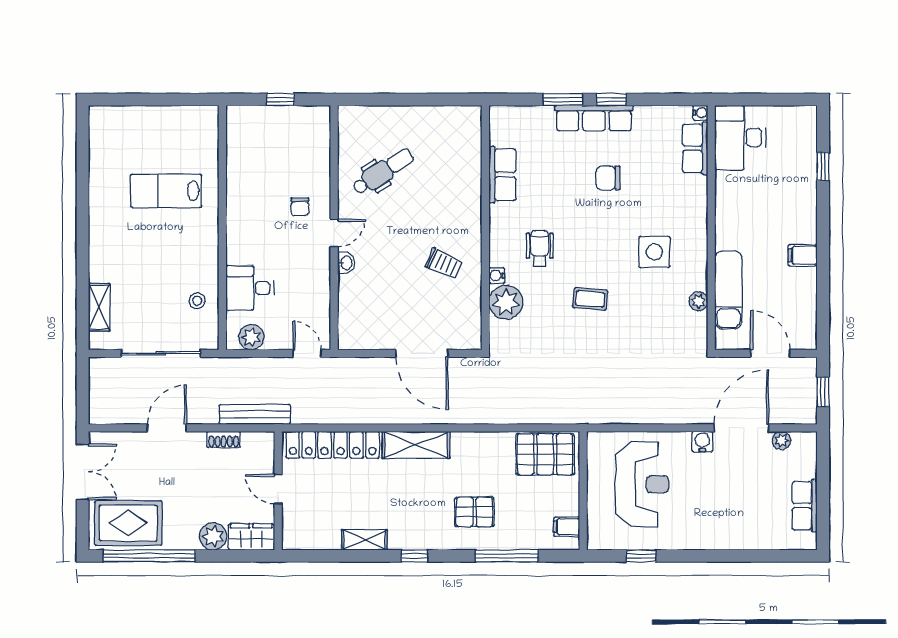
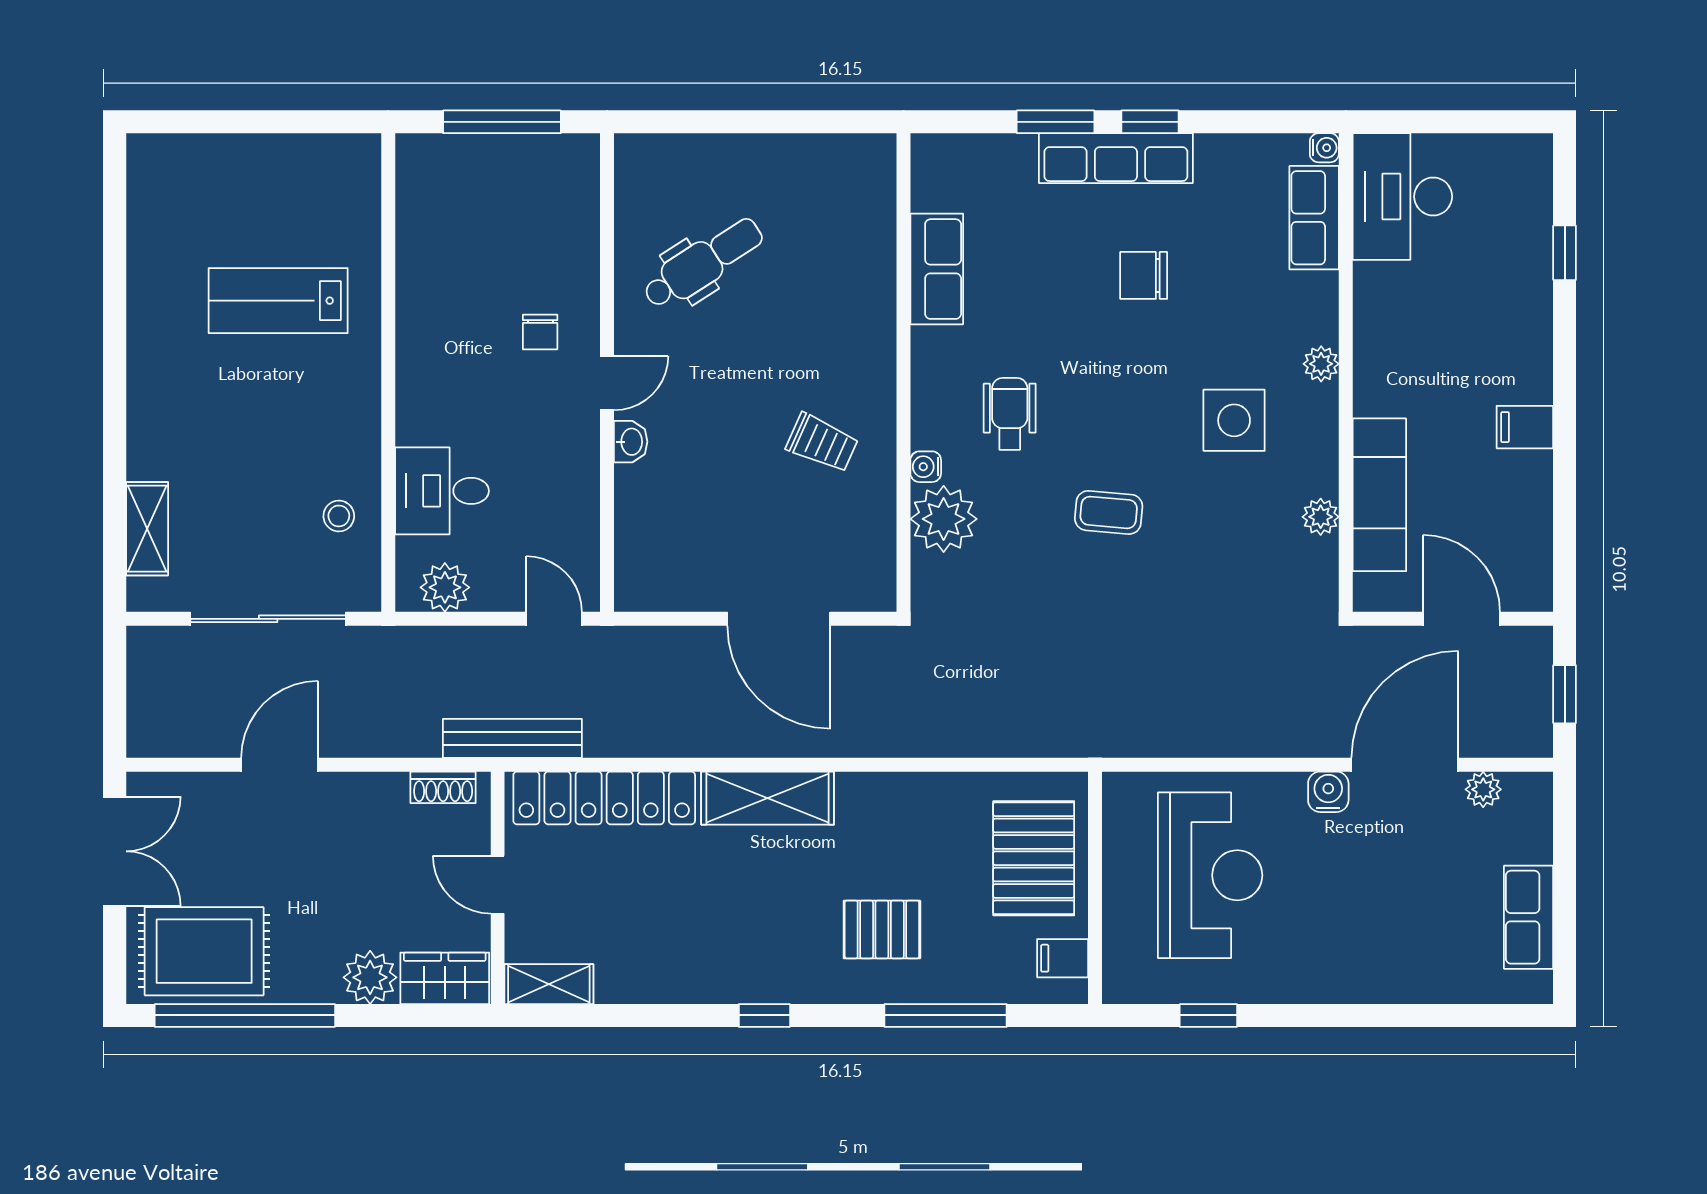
window: (280, 100) -> (502, 122), width x2.17
plant: (699, 223) -> (1321, 364), added
bench: (255, 414) -> (512, 738), moved
shoe rack: (224, 439) -> (443, 787), moved
pallet: (545, 454) -> (1034, 858), moved, turned 90
shelving: (365, 540) -> (549, 984), moved

